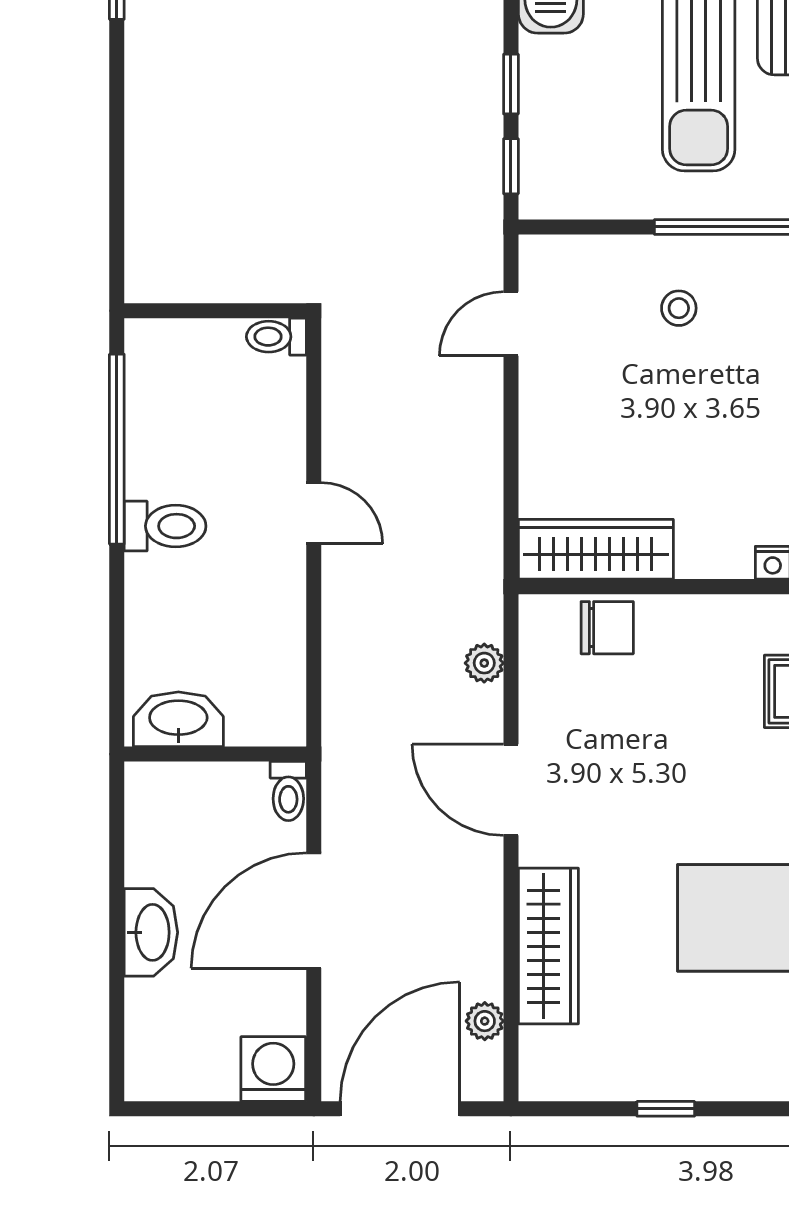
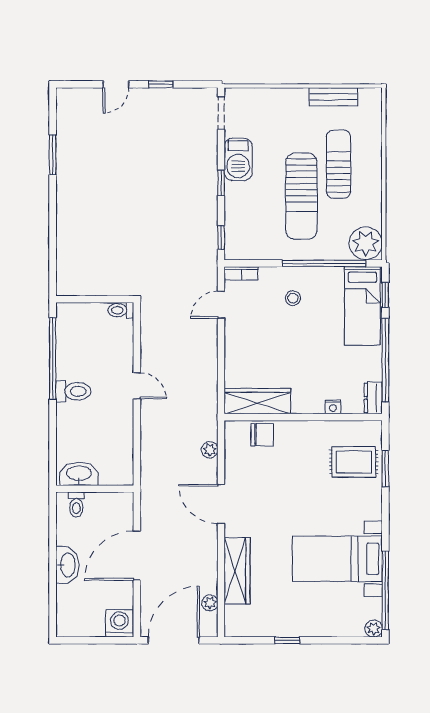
window: (511, 84) -> (221, 183), moved
bookcase: (558, 250) -> (241, 273), added
toilet: (288, 791) -> (76, 505), moved

